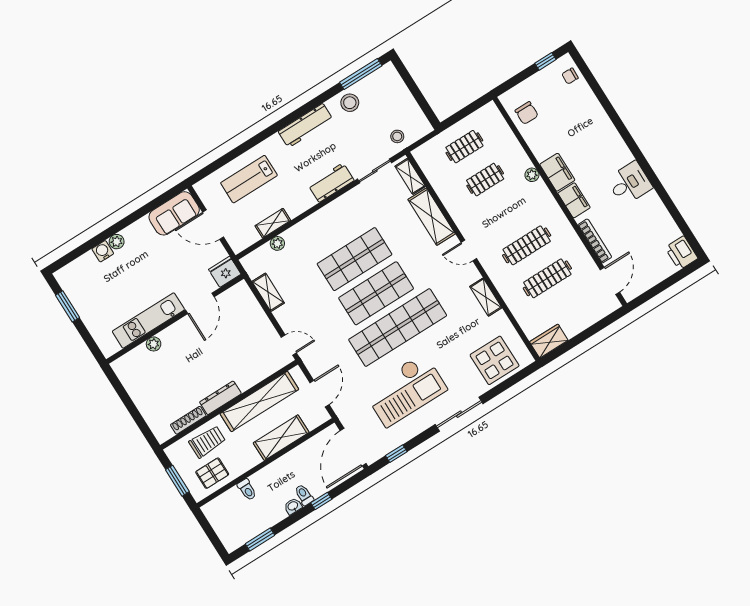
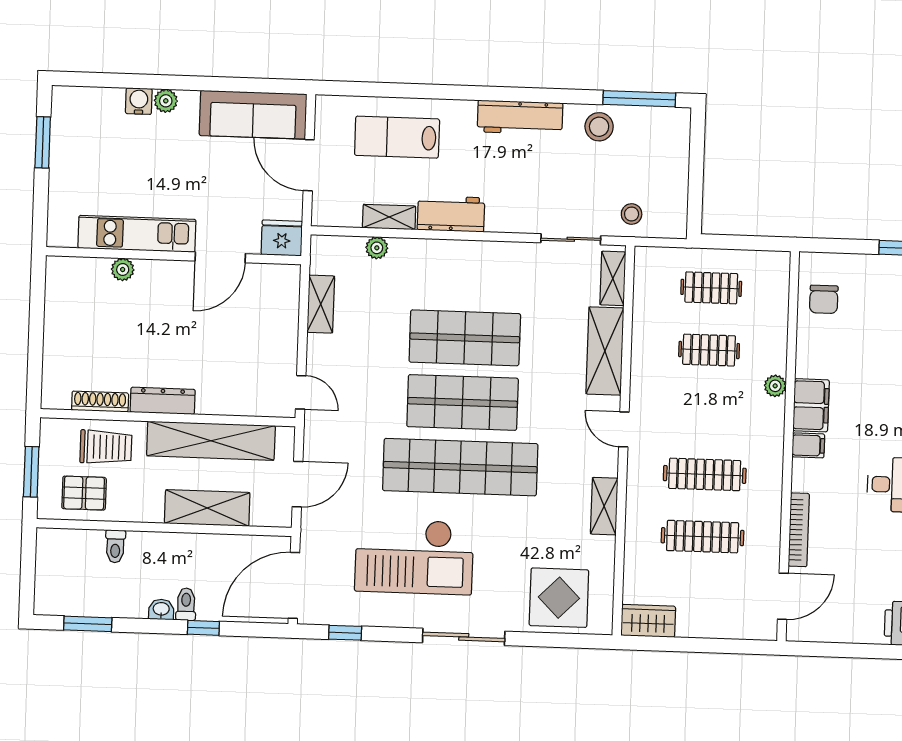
workbench: (331, 183) -> (451, 214), moved
filing cabinet: (574, 200) -> (808, 445), width x0.50
sofa: (174, 213) -> (253, 115), width x1.36

